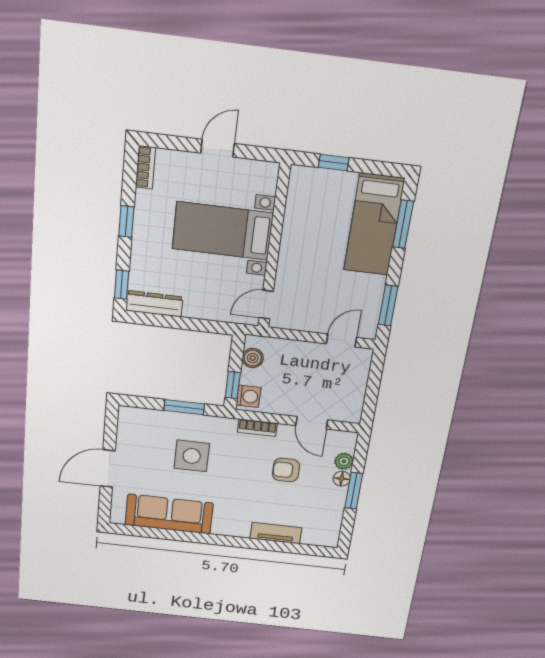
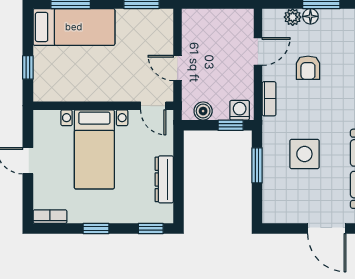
dresser: (154, 304) -> (164, 179), moved
door: (342, 341) -> (178, 68), moved

